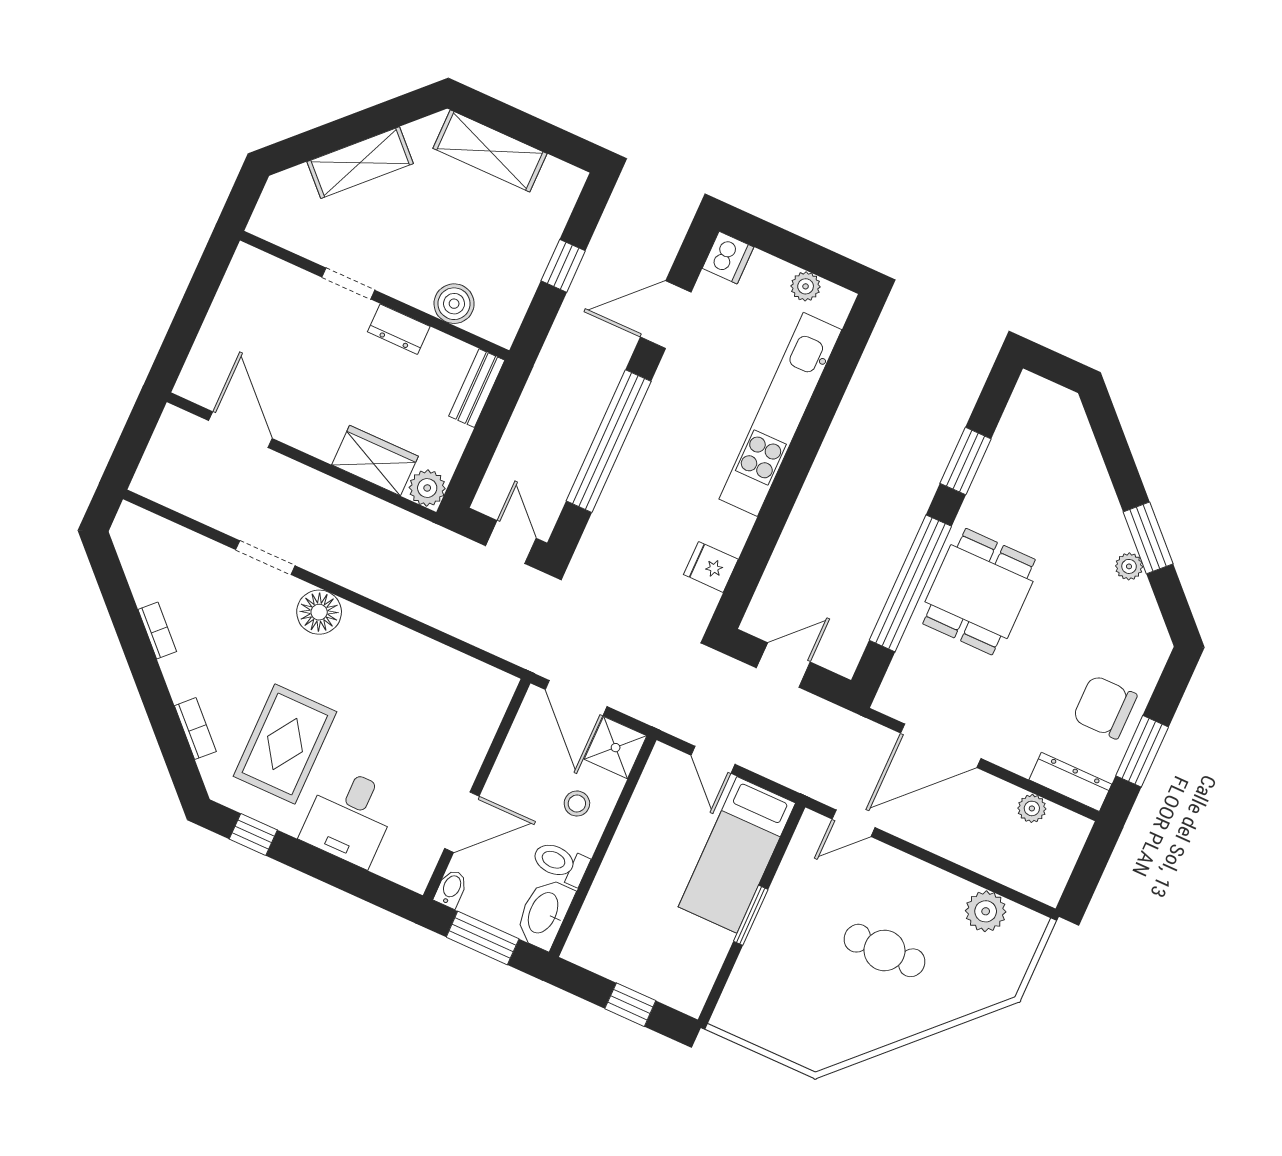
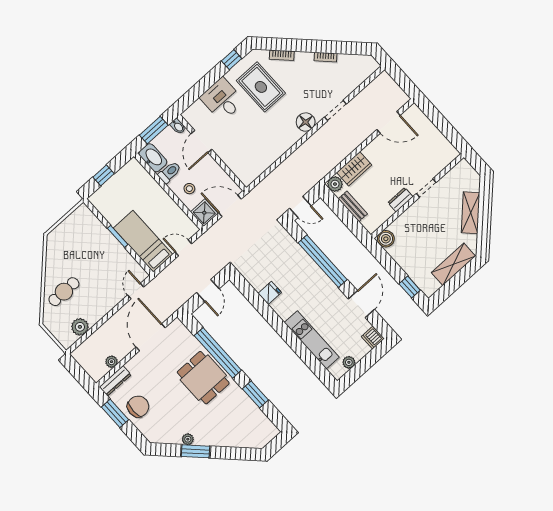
window: (563, 266) -> (410, 287), moved
boiler: (454, 304) -> (386, 239), moved
bench: (477, 388) -> (353, 206), moved
kitchen unit: (780, 414) -> (312, 340), width x0.73
fridge: (711, 567) -> (270, 293), moved
cafe table: (884, 950) -> (64, 292), moved

